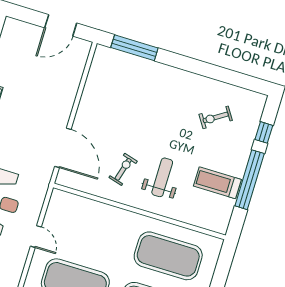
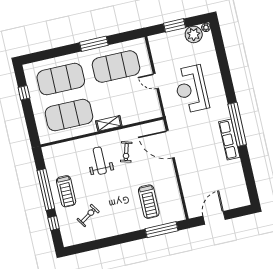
treadmill: (130, 92) -> (149, 202), added
weight bench: (162, 177) -> (100, 161), turned 180
treadmill: (217, 183) -> (66, 191), moved, turned 90
shelving: (125, 217) -> (109, 123), added

